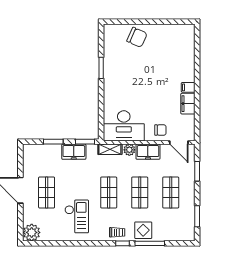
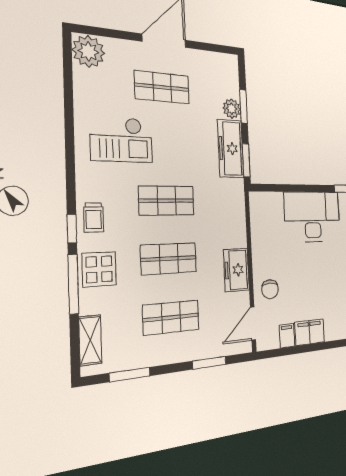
filing cabinet: (188, 87) -> (287, 336), moved
desk: (124, 126) -> (312, 217), moved, turned 90
shelving: (110, 149) -> (90, 340), moved
plant: (129, 150) -> (232, 109), moved
freezer: (74, 152) -> (231, 149), width x1.40

